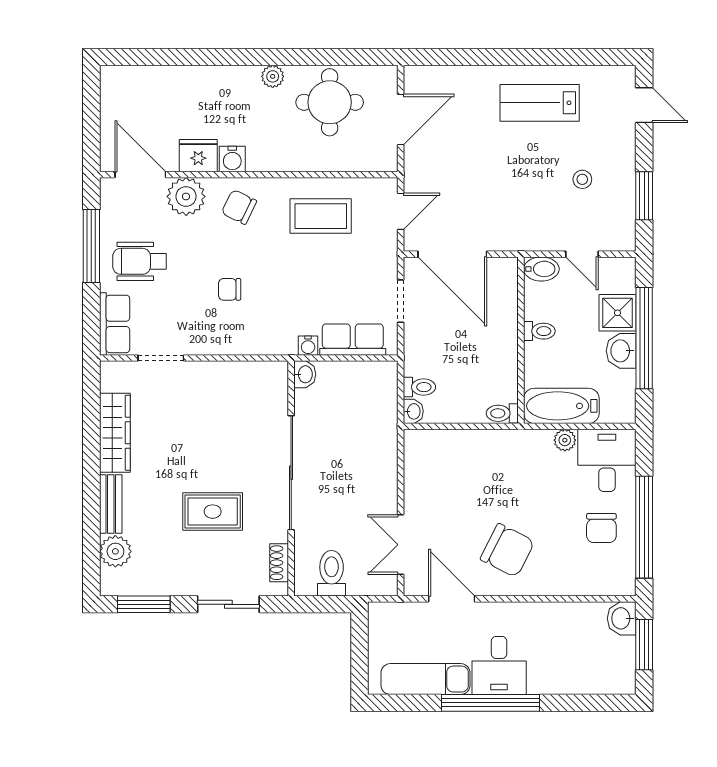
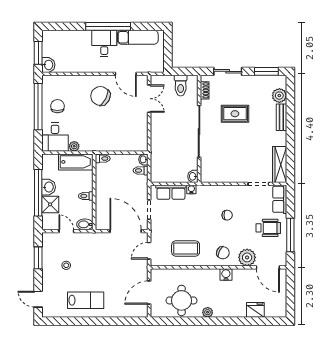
fridge: (198, 156) -> (255, 310), moved, turned 180
wardrobe: (115, 433) -> (280, 164), moved

